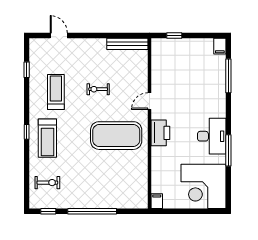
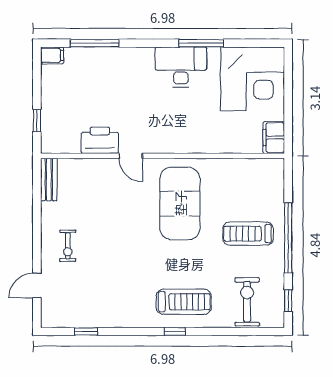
bench: (127, 44) -> (49, 180), width x0.73
exercise bike: (98, 89) -> (68, 246), moved
treadmill: (56, 92) -> (248, 234), moved
printer: (160, 133) -> (100, 140), moved
exercise bike: (47, 183) -> (247, 302), width x1.38, depth x1.39
filing cabinet: (157, 201) -> (274, 138), width x2.00

